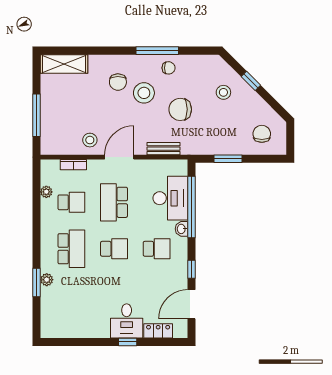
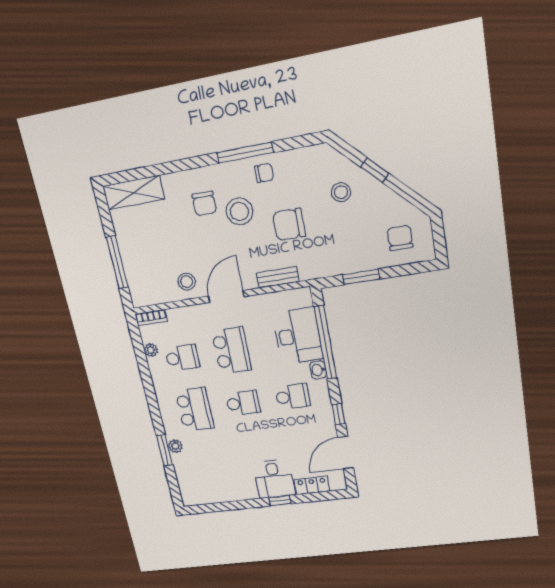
bookcase: (73, 165) -> (151, 318), moved
school desk: (114, 202) -> (231, 351), turned 180

